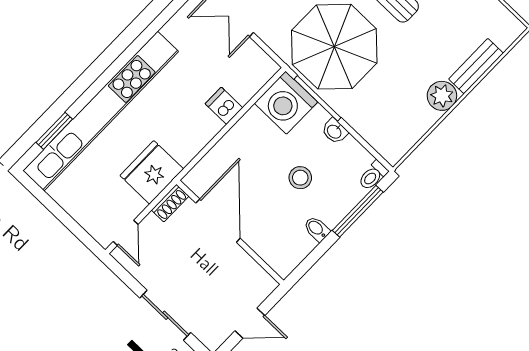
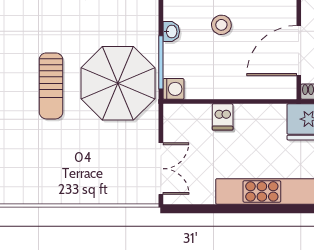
washing machine: (286, 103) -> (173, 89), width x0.53, depth x0.53

